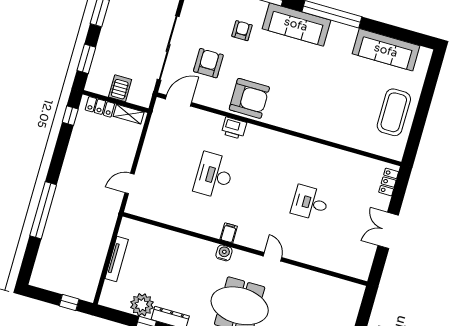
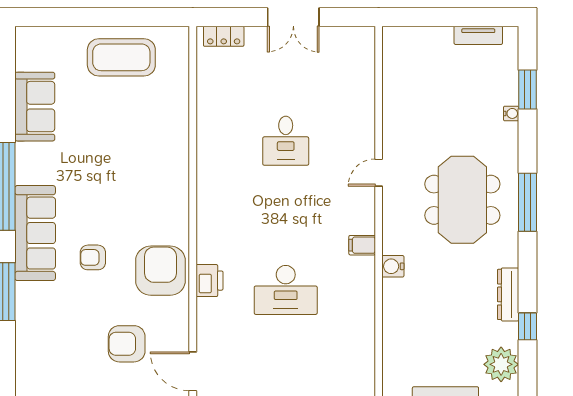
armchair: (242, 31) -> (93, 257), moved
sofa: (386, 50) -> (35, 107), width x0.73
water cooler: (224, 253) -> (393, 266), moved
plant: (142, 305) -> (501, 364), moved

